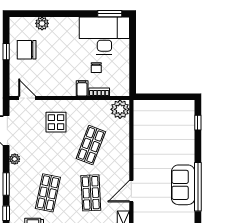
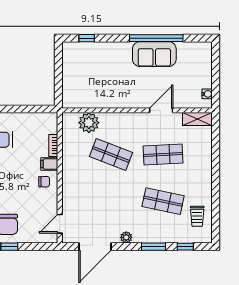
chair: (96, 68) -> (44, 182), moved
plant: (120, 109) -> (89, 123), moved
display table: (56, 122) -> (86, 192), removed
door: (131, 191) -> (161, 110), swing flipped

